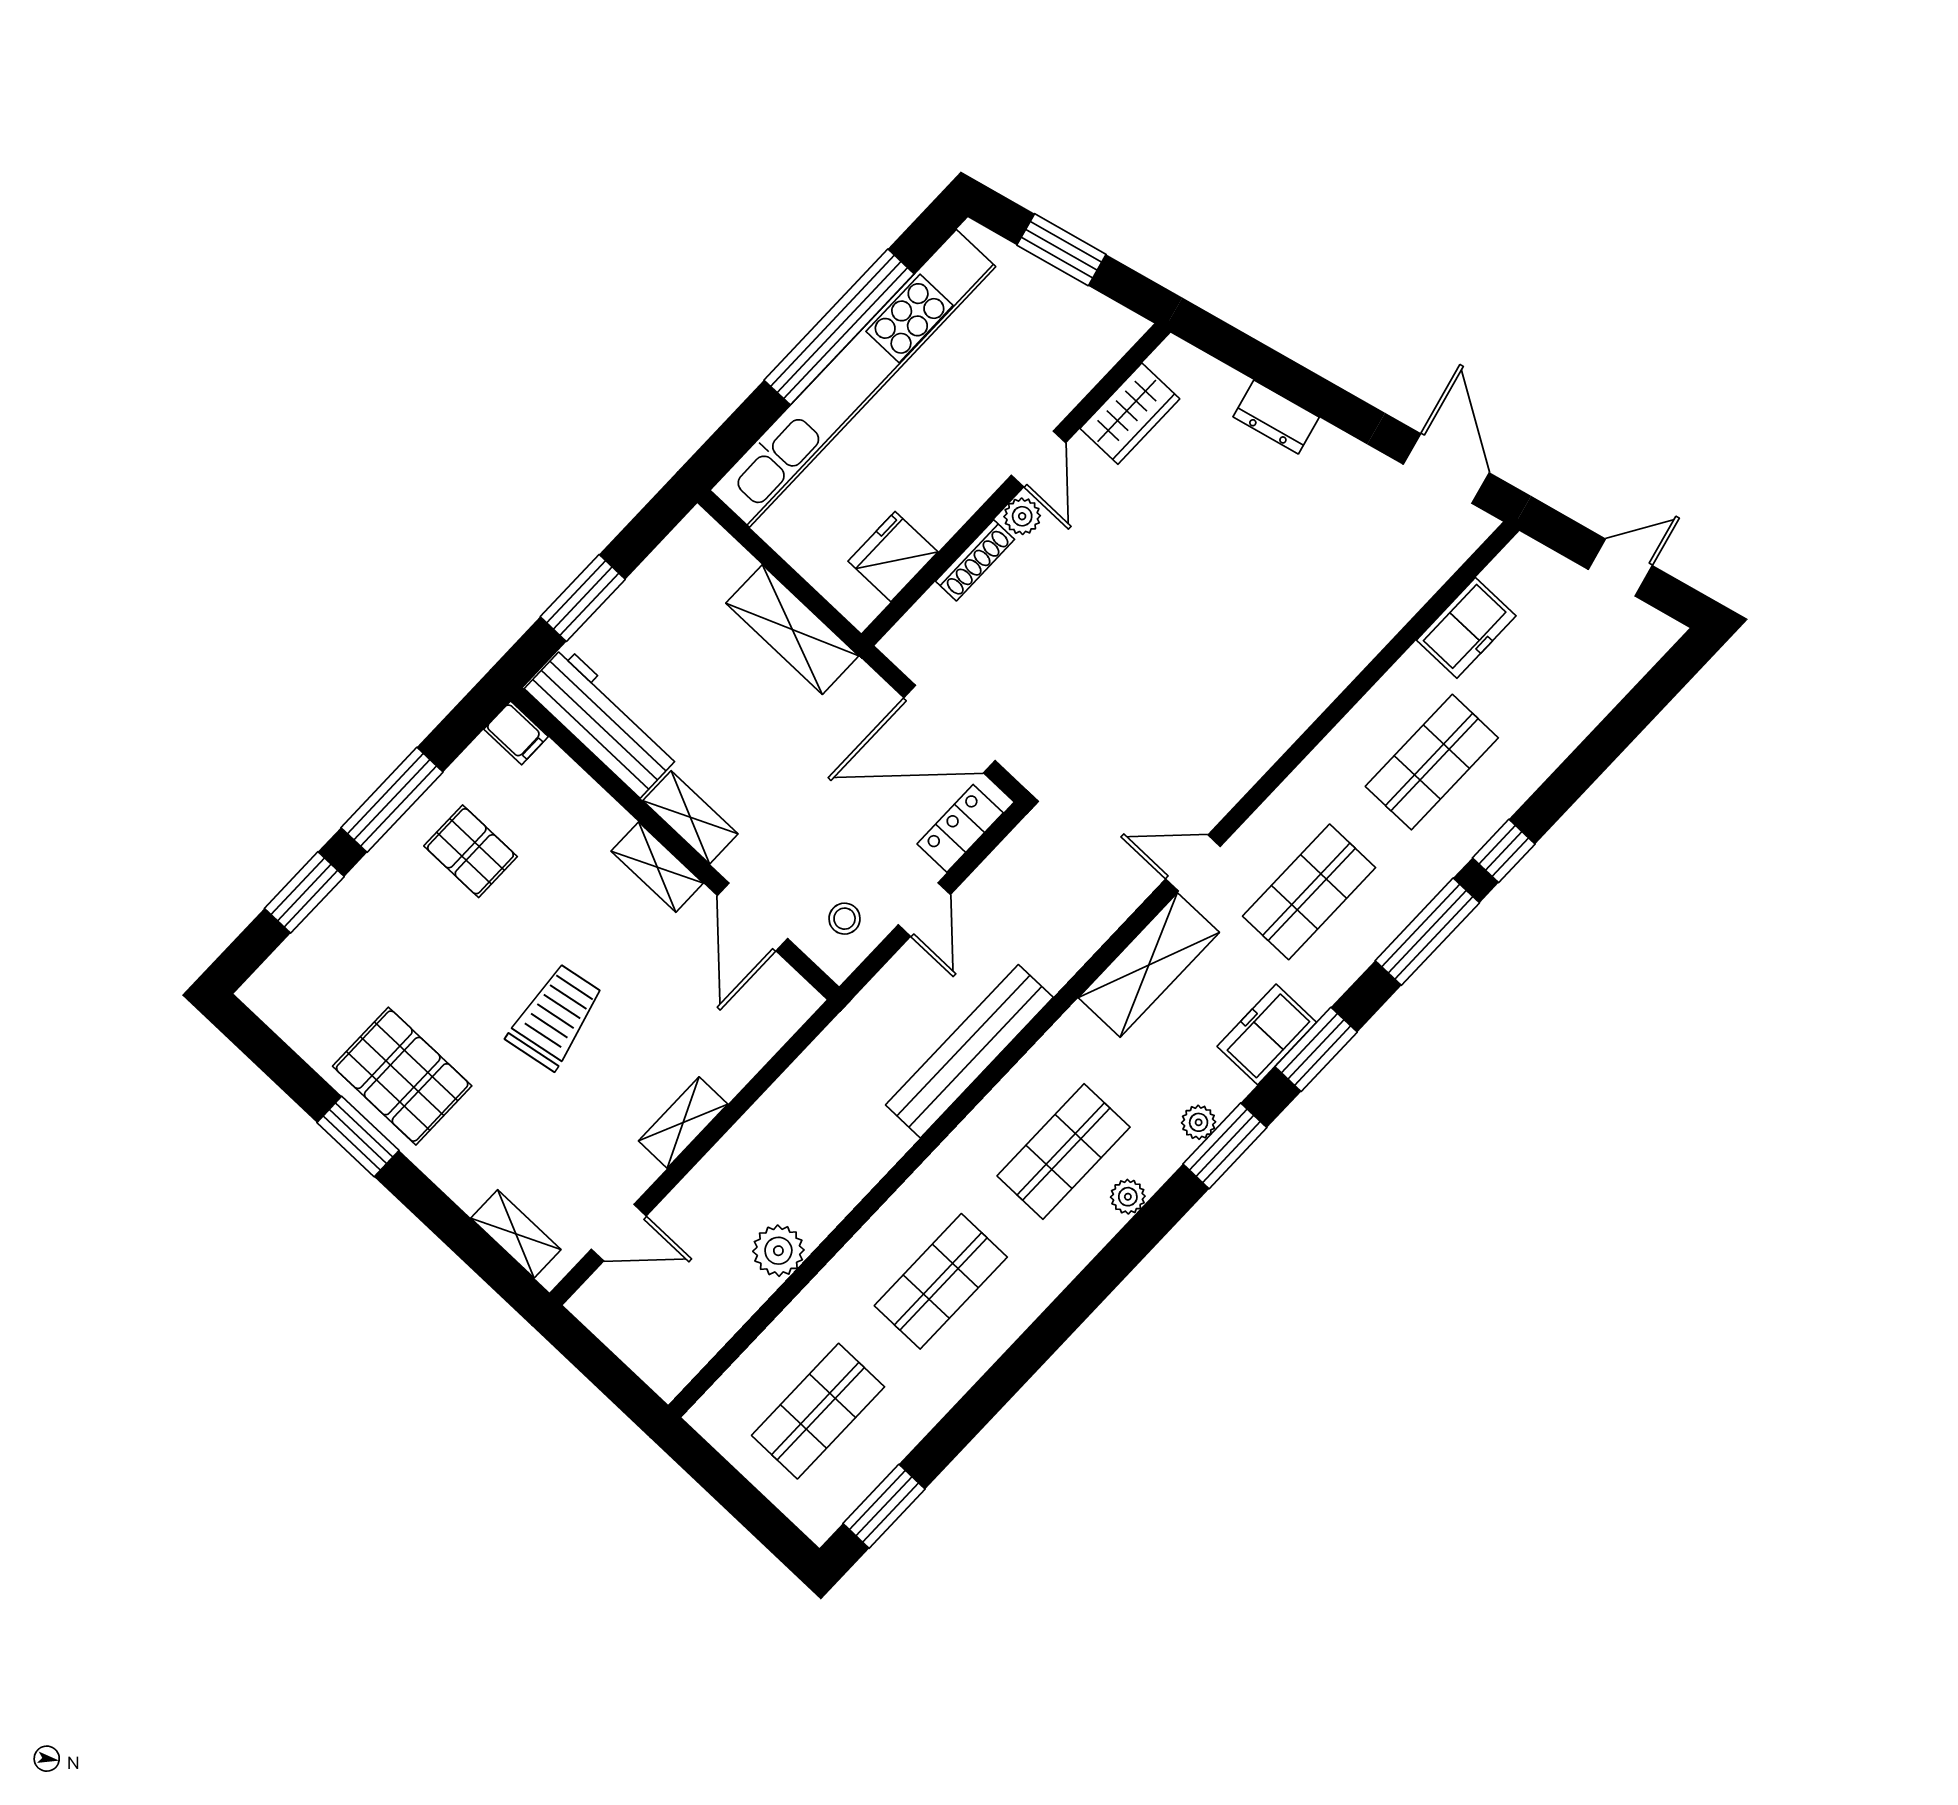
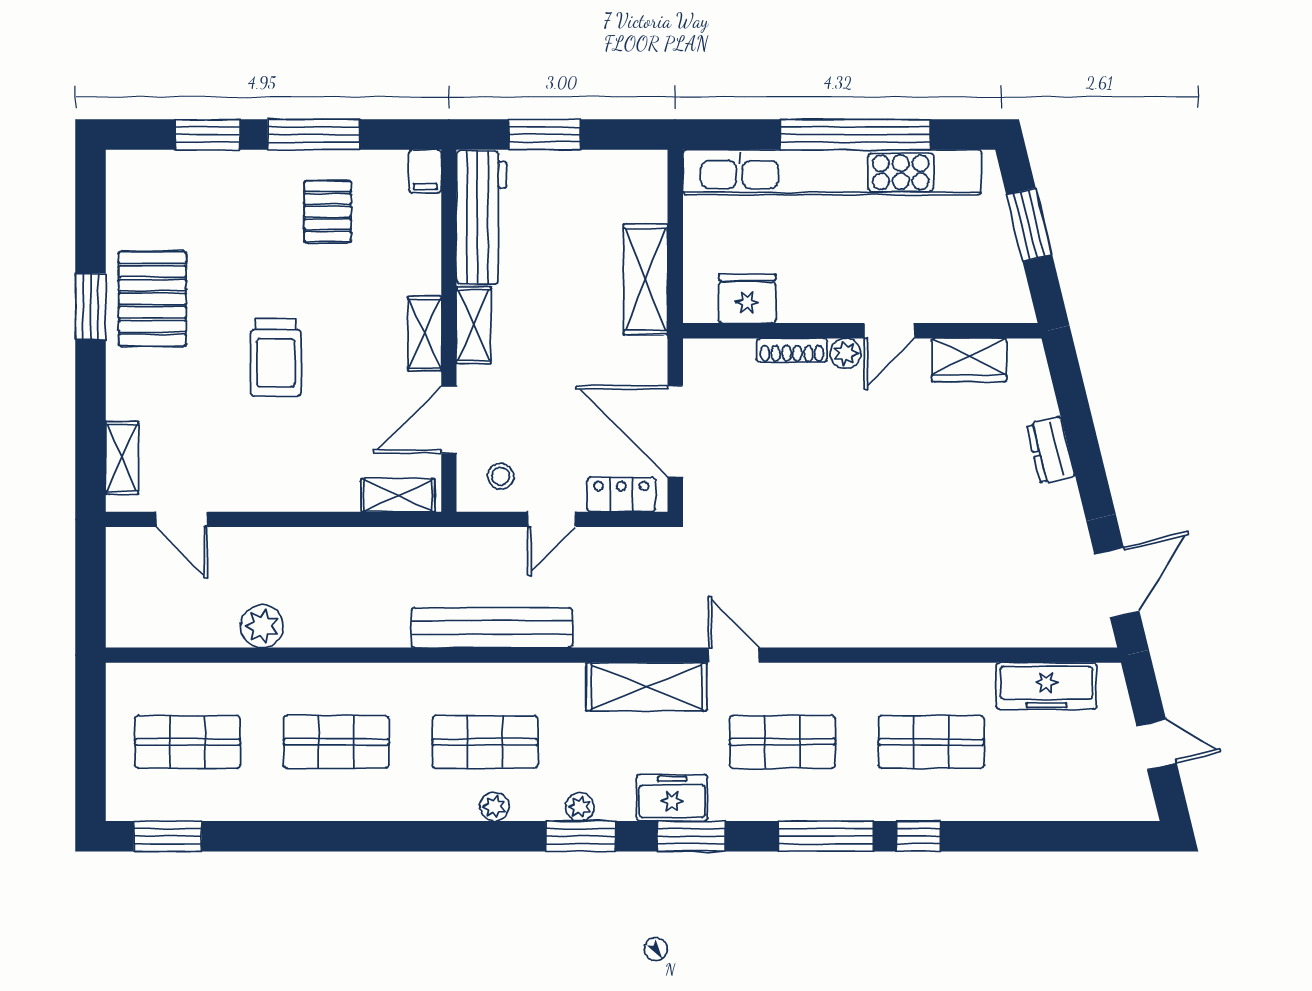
freezer: (1466, 628) -> (1046, 686), width x1.40
trolley: (555, 1017) -> (276, 357), turned 100
shelving: (683, 1123) -> (398, 495), moved

